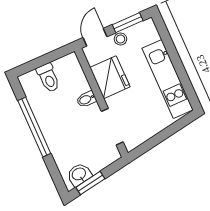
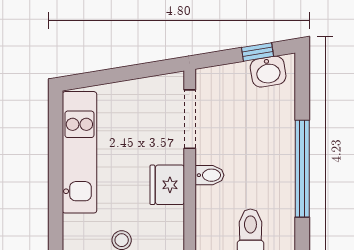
fridge: (110, 77) -> (167, 185), width x0.73, depth x0.75
window: (90, 183) -> (258, 52), width x0.67

